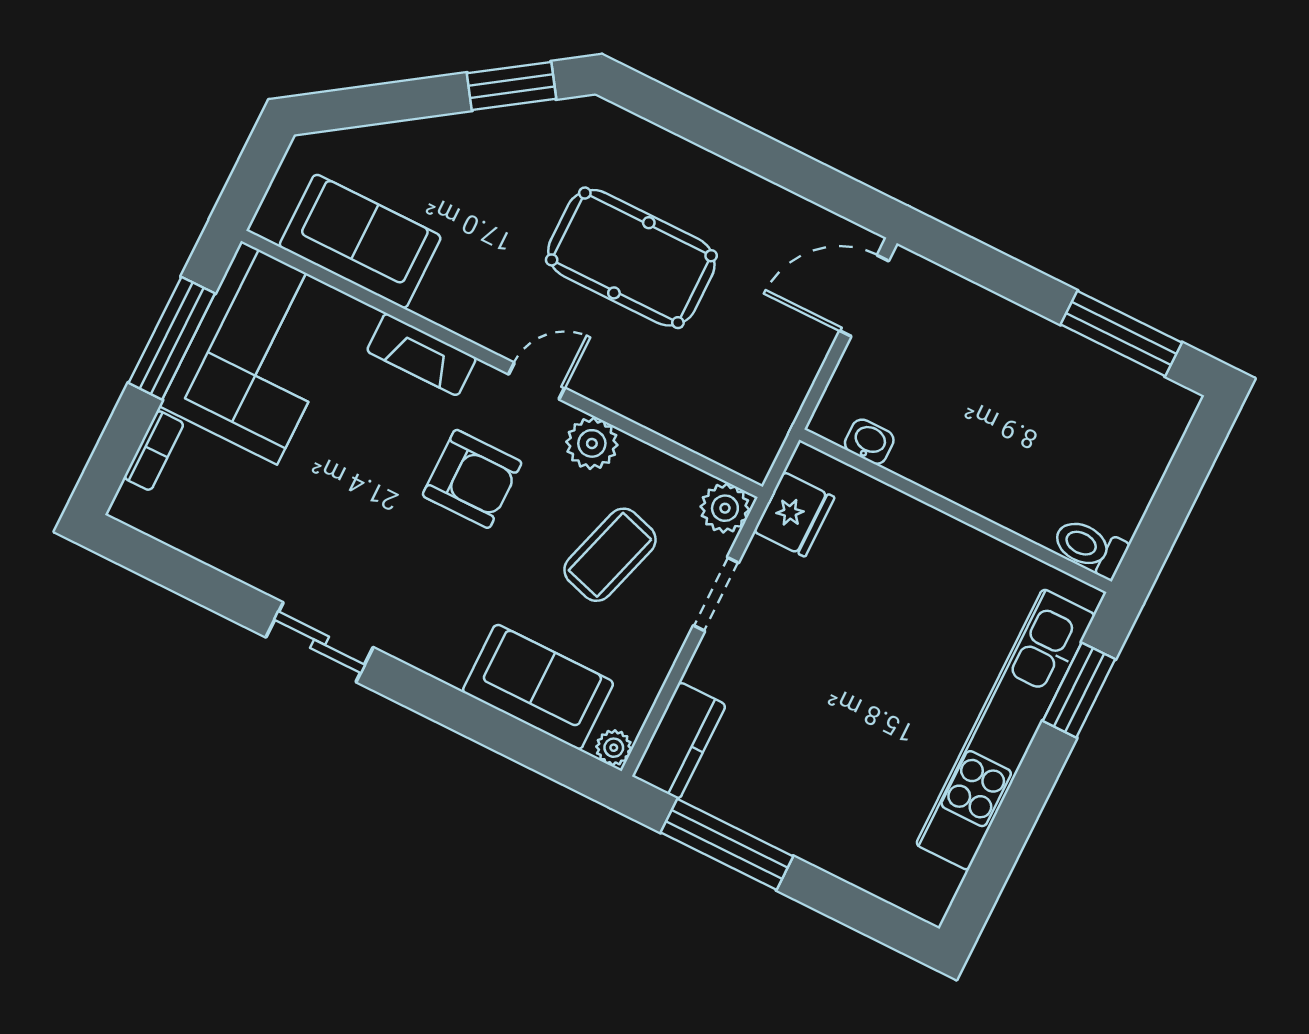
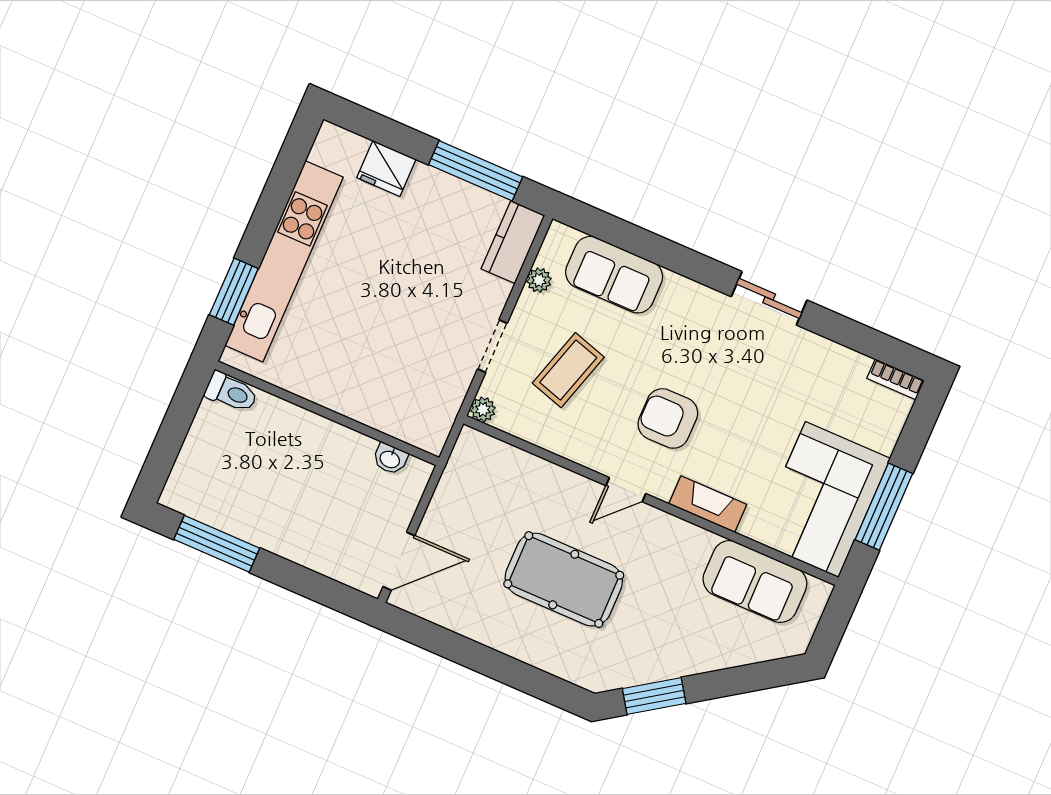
plant: (592, 443) -> (585, 448), removed
bookcase: (154, 451) -> (896, 379), moved, turned -90
plant: (725, 508) -> (483, 409), width x0.73, depth x0.73
fridge: (794, 514) -> (386, 168), moved, turned -90
plant: (614, 748) -> (539, 280), moved

